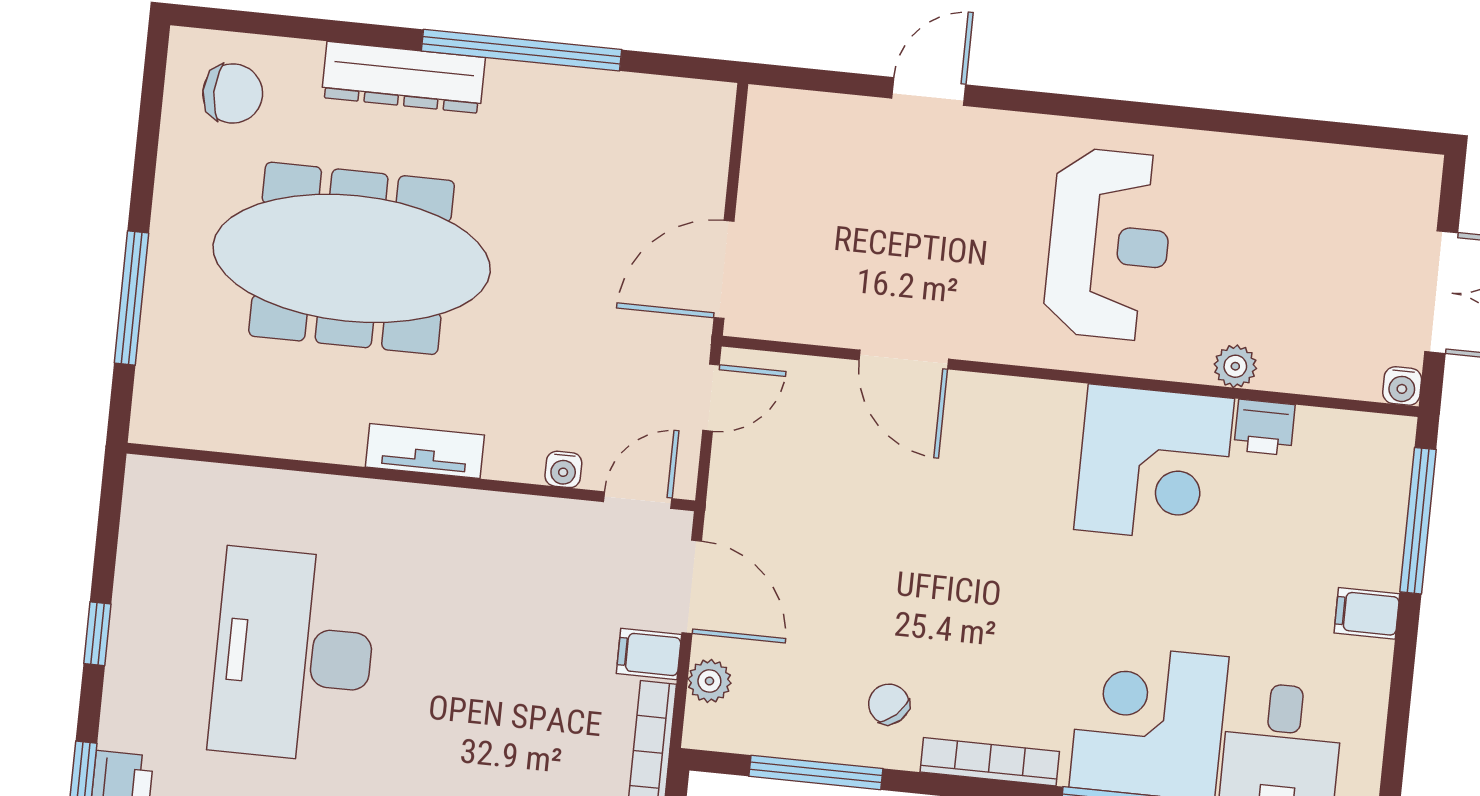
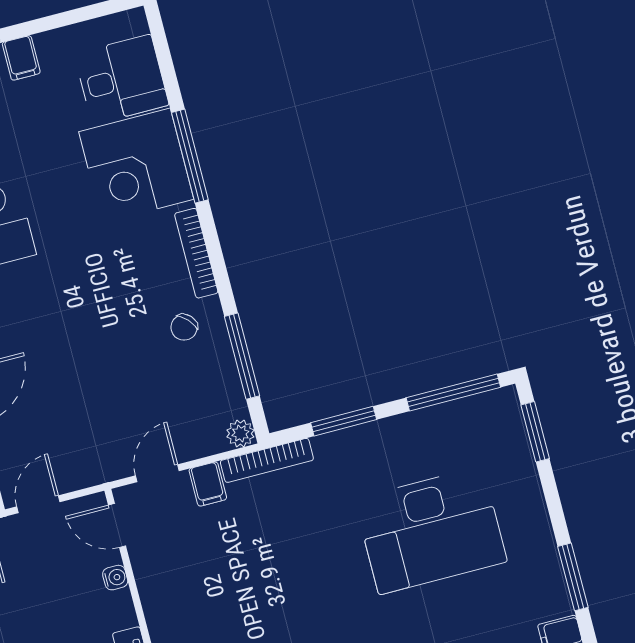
door: (711, 398) -> (38, 504), hinge flipped
door: (692, 587) -> (157, 473), width x0.73
plant: (709, 681) -> (240, 433), moved

